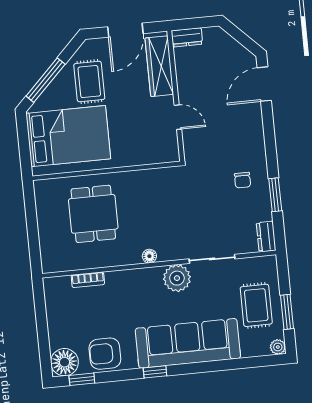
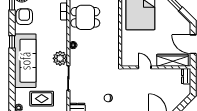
rug: (89, 82) -> (168, 23), removed
door: (178, 117) -> (145, 67), swing flipped
dining table: (93, 214) -> (85, 17), moved

